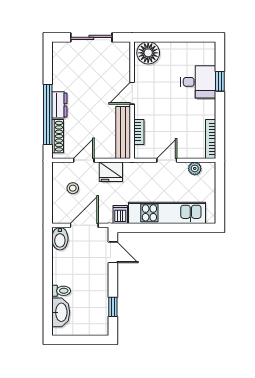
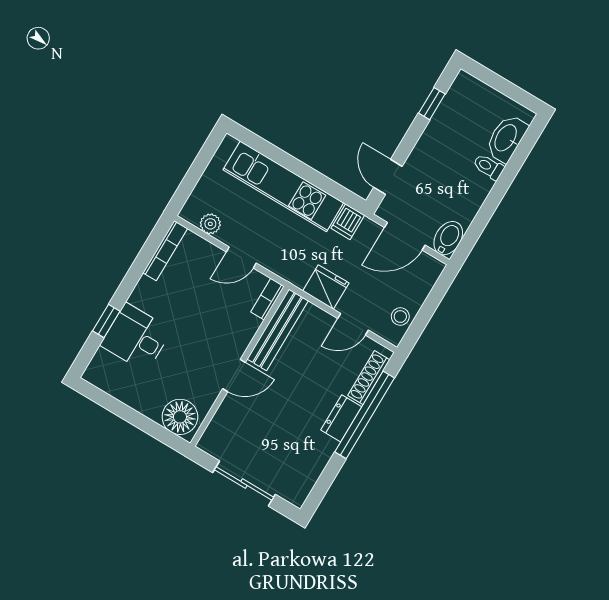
bookcase: (139, 132) -> (267, 299), moved
stool: (73, 188) -> (400, 317), moved

